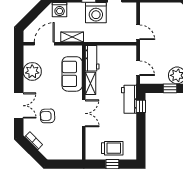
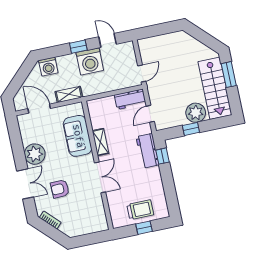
door: (138, 32) -> (142, 73), hinge flipped
door: (44, 44) -> (39, 109), hinge flipped
workbench: (92, 58) -> (130, 99), moved, turned 90
door: (138, 68) -> (150, 114), swing flipped
plant: (32, 71) -> (35, 154), moved

